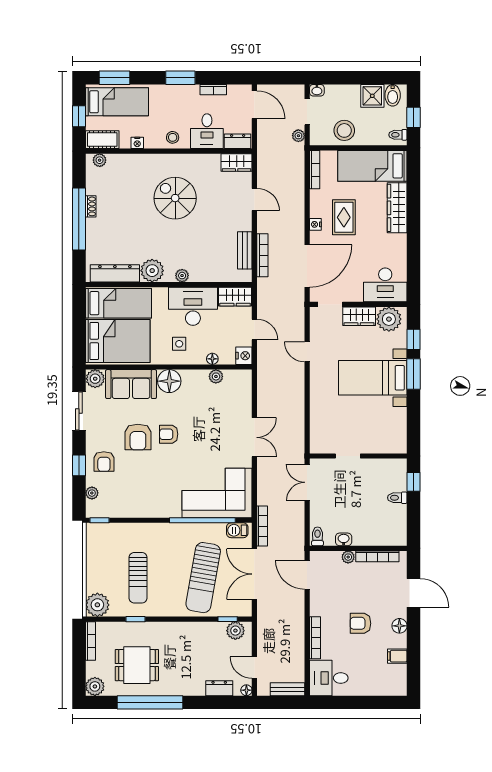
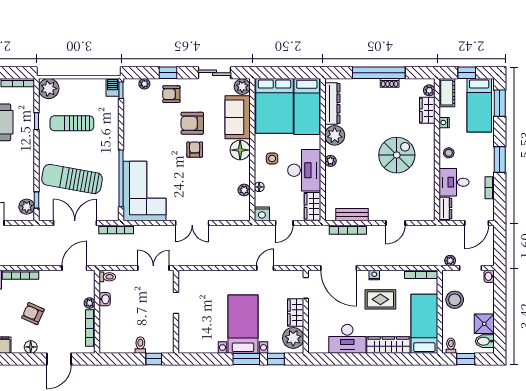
wardrobe: (237, 163) -> (427, 110), moved
desk: (385, 285) -> (347, 339), moved, turned -90
barbecue: (237, 530) -> (112, 87), moved
armchair: (360, 623) -> (33, 314), turned -66

